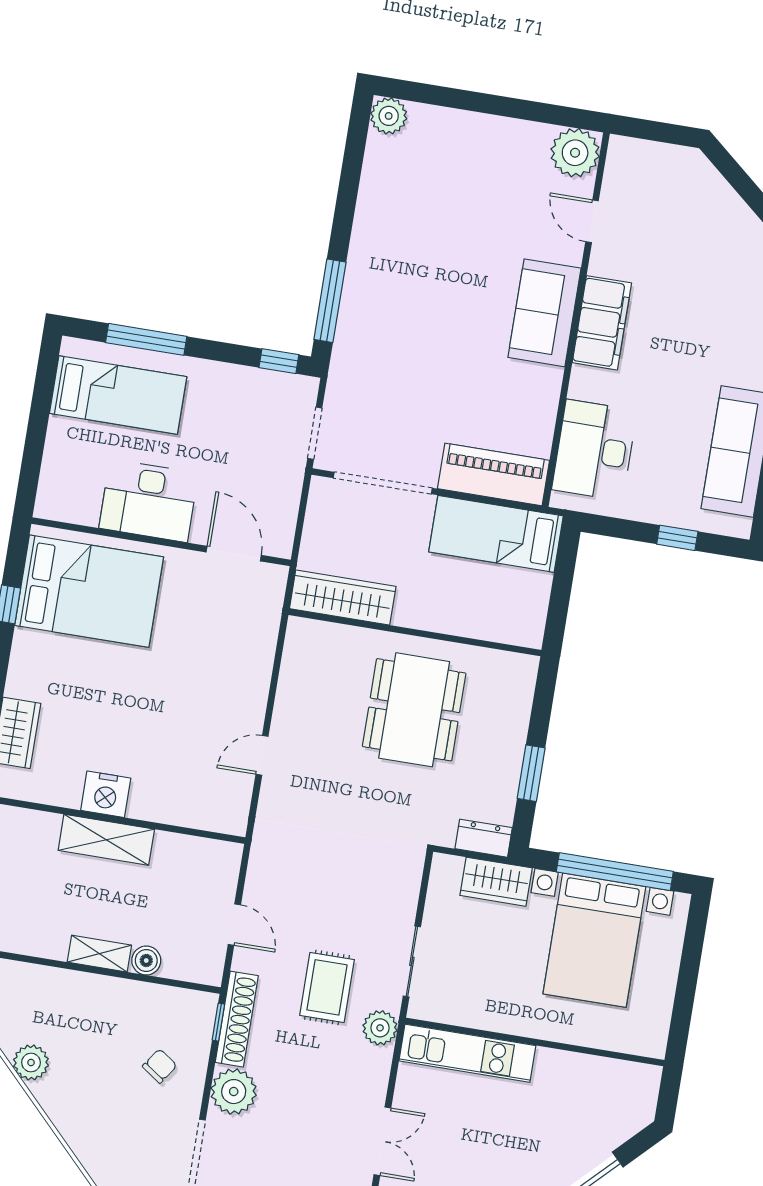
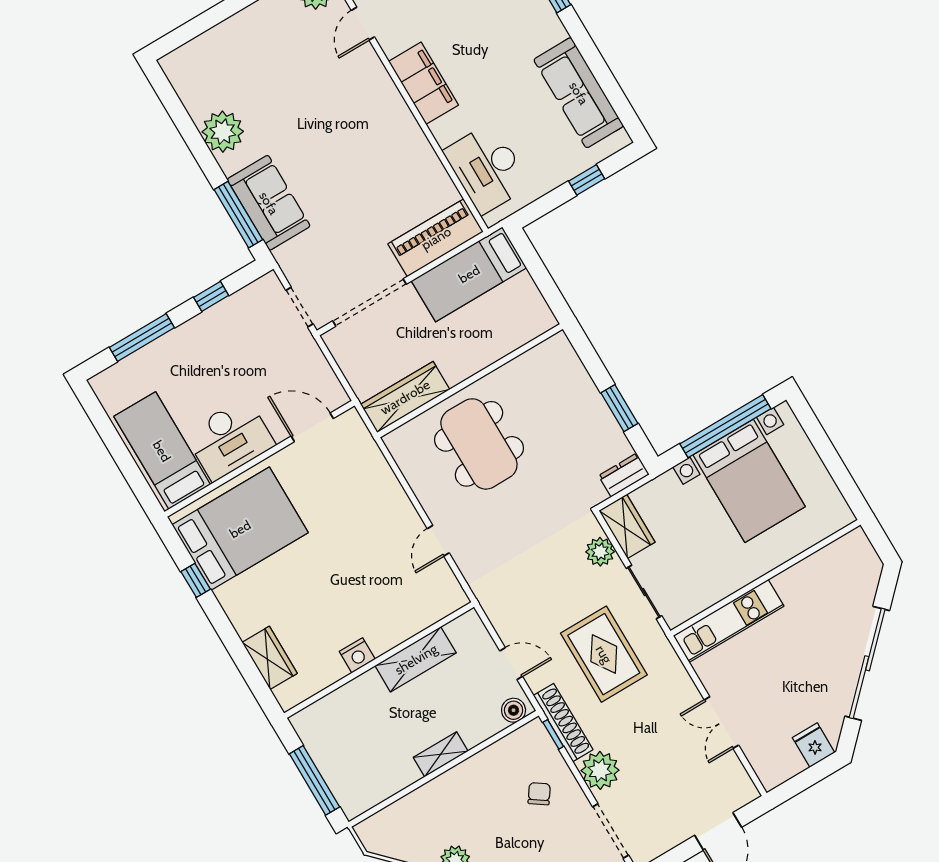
plant: (389, 116) -> (223, 132), moved, width x1.36, depth x1.36
door: (592, 221) -> (363, 24), hinge flipped
sofa: (544, 313) -> (269, 203), moved, turned 180
window: (279, 361) -> (211, 296), moved
bed: (118, 395) -> (162, 451), moved, turned -90
dining table: (414, 710) -> (479, 444), moved
nightstand: (106, 794) -> (357, 655), width x0.74, depth x0.75
shelving: (106, 840) -> (416, 659), moved
wardrobe: (496, 882) -> (627, 526), moved, turned -90
boiler: (146, 960) -> (514, 710), moved
rug: (327, 987) -> (604, 654), width x1.36, depth x1.43
plant: (380, 1028) -> (600, 552), moved
double door: (382, 1141) -> (721, 723), swing flipped

